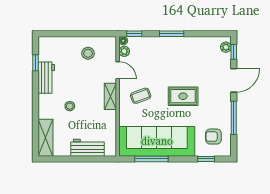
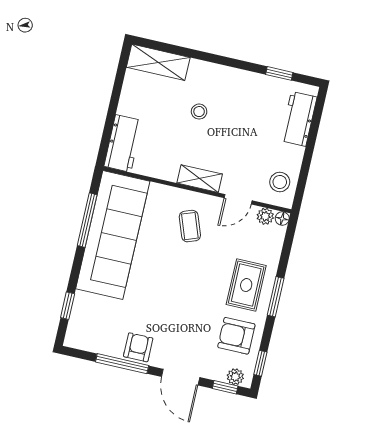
window: (134, 34) -> (260, 363), moved
armchair: (201, 52) -> (236, 336), added
stool: (88, 53) -> (280, 182), moved
workbench: (46, 78) -> (299, 119), moved, turned 90
rug: (183, 96) -> (246, 285), moved
armchair: (213, 137) -> (138, 347), moved
workbench: (88, 148) -> (123, 143), moved

